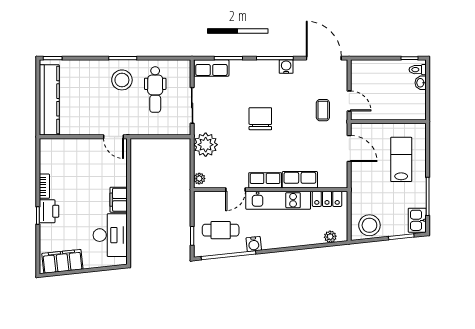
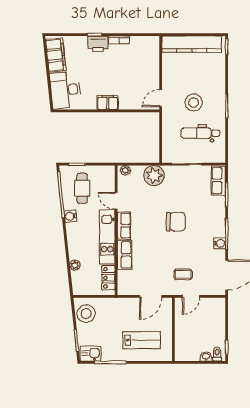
stool: (122, 80) -> (194, 102), moved
desk: (110, 235) -> (65, 90), moved, turned 84
plant: (330, 237) -> (75, 265), moved

